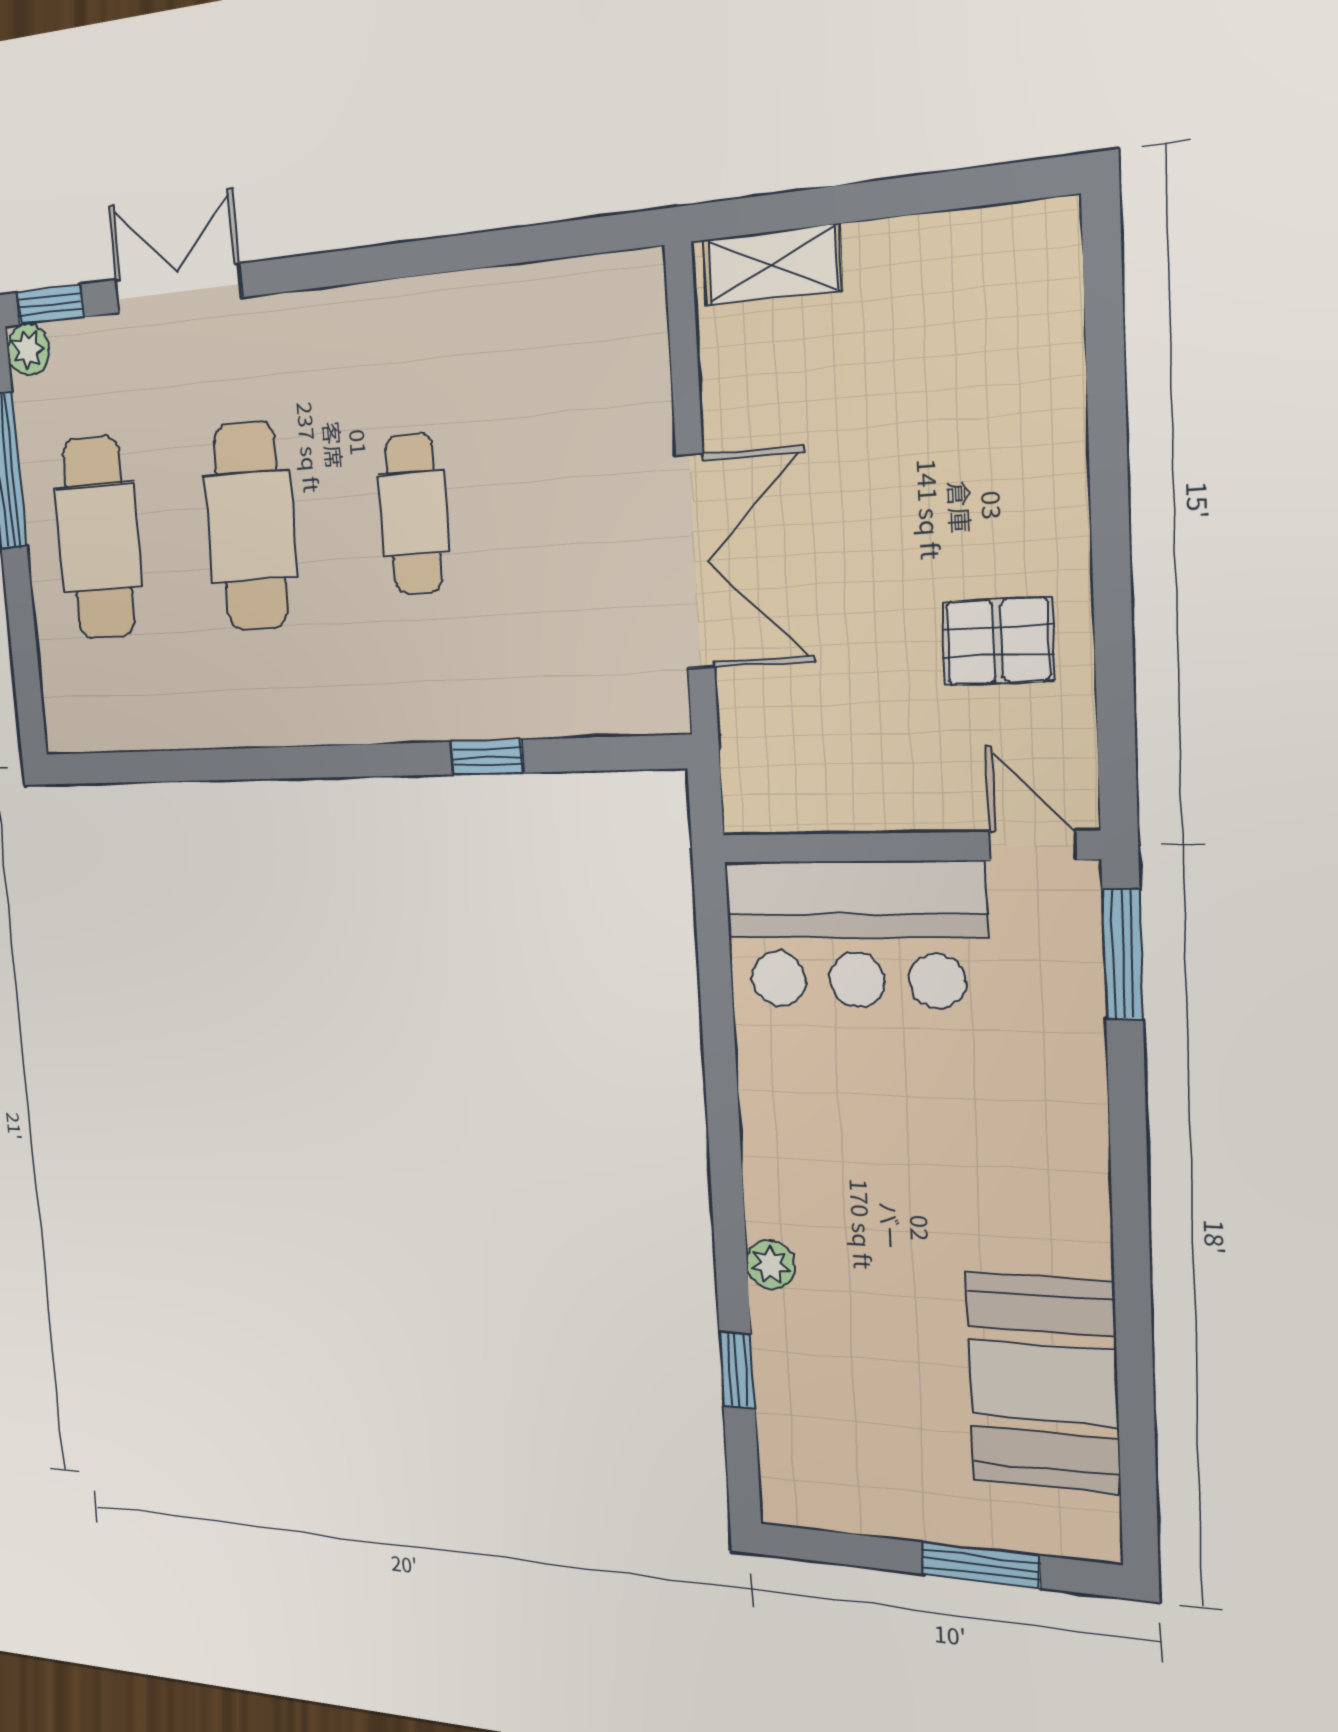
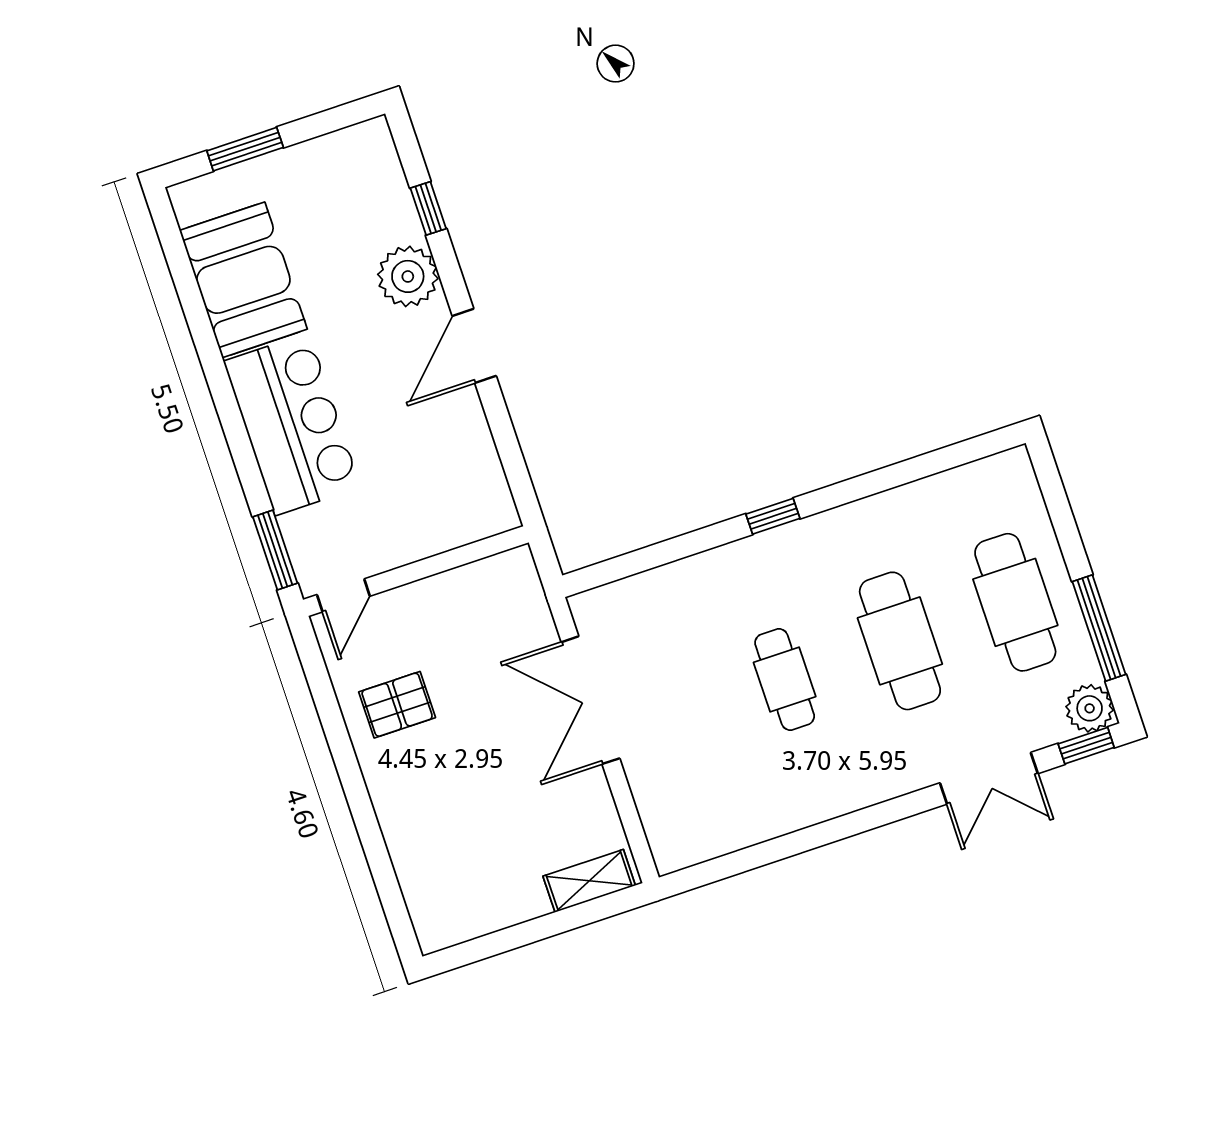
plant: (28, 350) -> (1090, 708), width x1.38, depth x1.38
window: (487, 757) -> (773, 516), moved
door: (1033, 846) -> (343, 595), hinge flipped
bar counter: (855, 935) -> (292, 424), moved, turned 90
door: (725, 1152) -> (474, 346), added
plant: (771, 1265) -> (408, 276), width x1.88, depth x1.88

